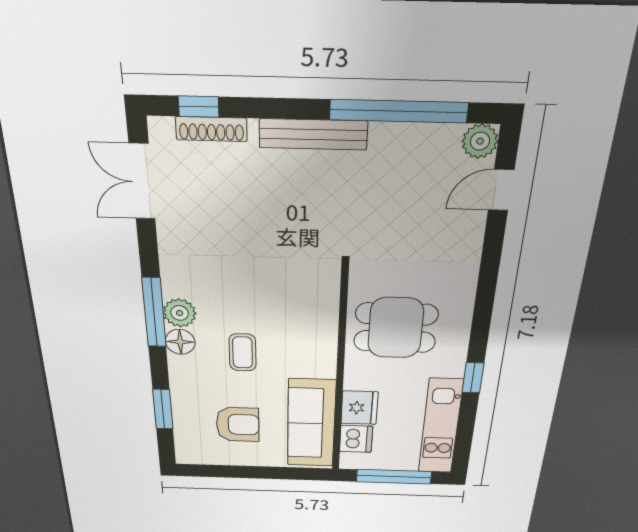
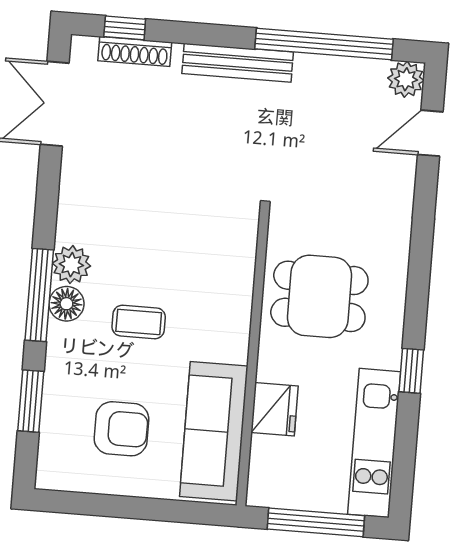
window: (154, 312) -> (39, 295), moved
coffee table: (243, 352) -> (139, 322), turned 90
dishwasher: (356, 439) -> (269, 458), removed

